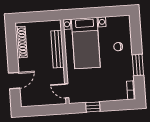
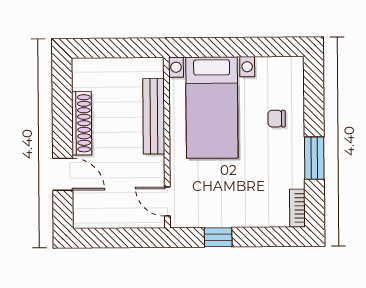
shoe rack: (21, 42) -> (82, 123), moved
door: (14, 81) -> (63, 174), hinge flipped

